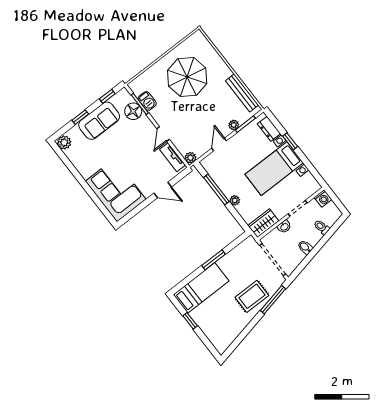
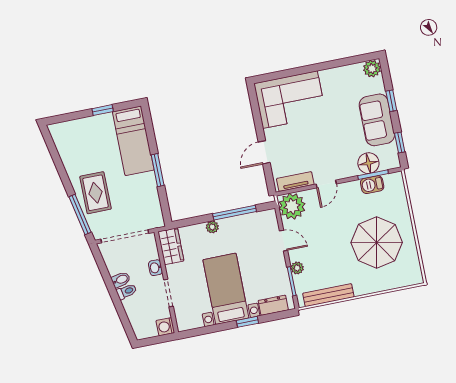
door: (163, 134) -> (326, 184), swing flipped
plant: (190, 158) -> (292, 206), width x1.87, depth x1.87
toilet: (322, 227) -> (127, 291), moved

